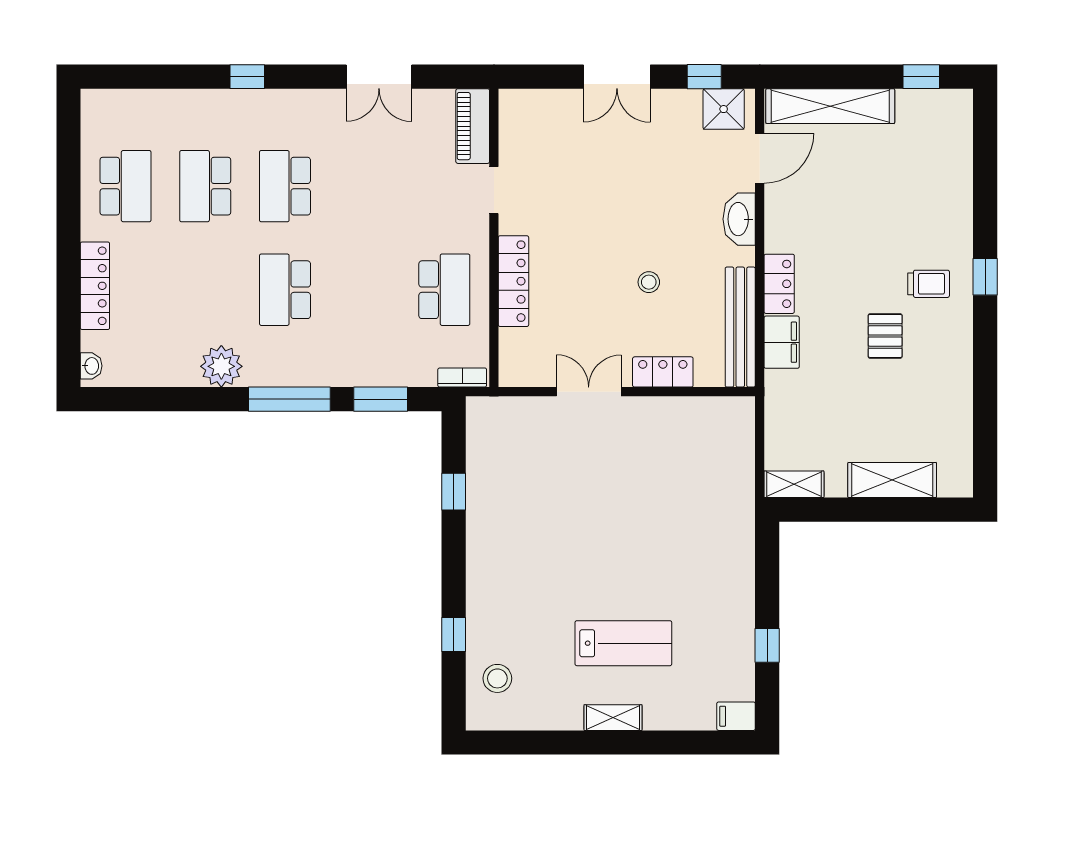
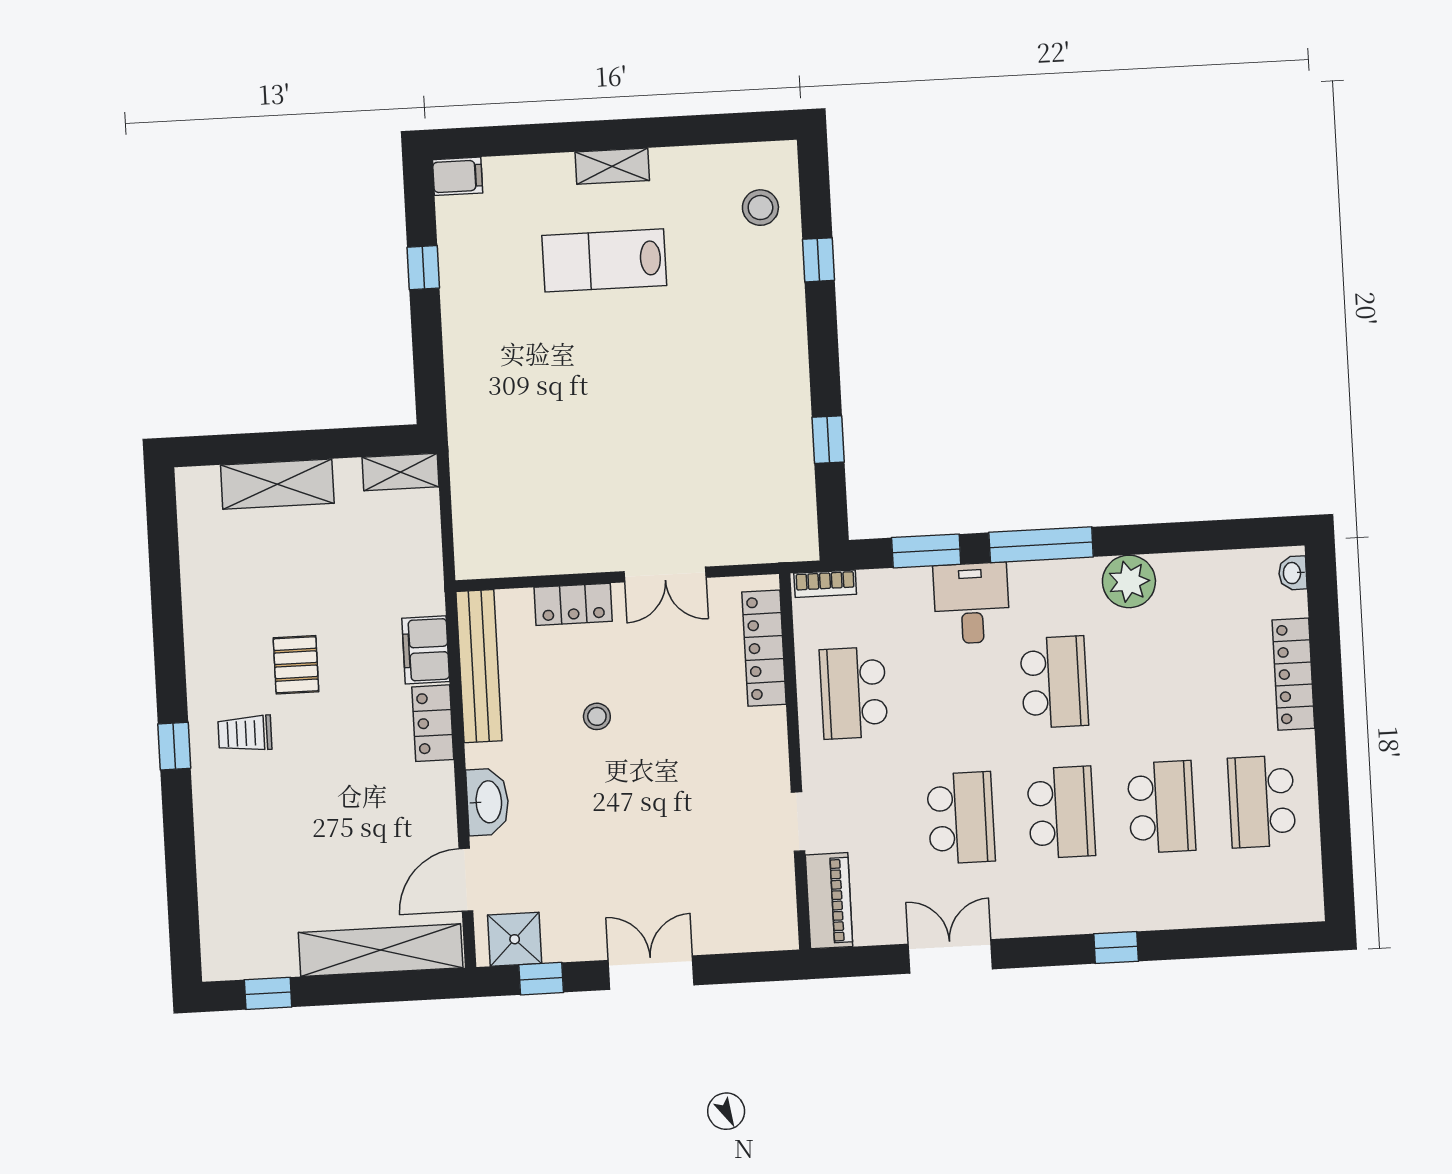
school desk: (365, 186) -> (961, 818), added
locker: (513, 281) -> (764, 648), moved
desk: (347, 356) -> (971, 603), added

